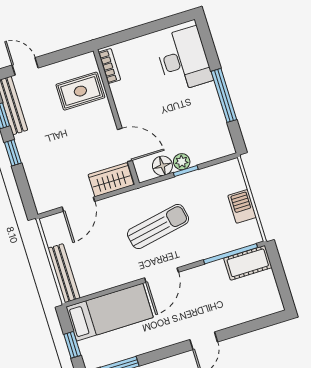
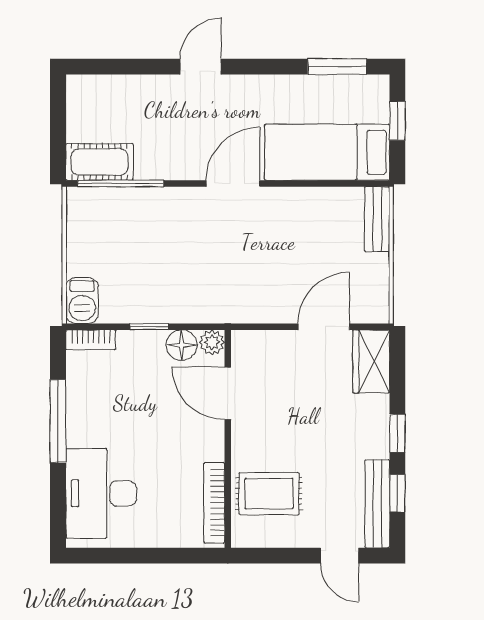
bookcase: (109, 66) -> (214, 503), width x1.56
bookcase: (219, 152) -> (91, 340), added
plant: (182, 162) -> (212, 342), moved
wardrobe: (111, 180) -> (371, 361), moved, turned 90
barbecue: (242, 206) -> (82, 301), moved
sun lounger: (158, 226) -> (216, 257), removed
bench: (64, 273) -> (377, 219), width x0.73

